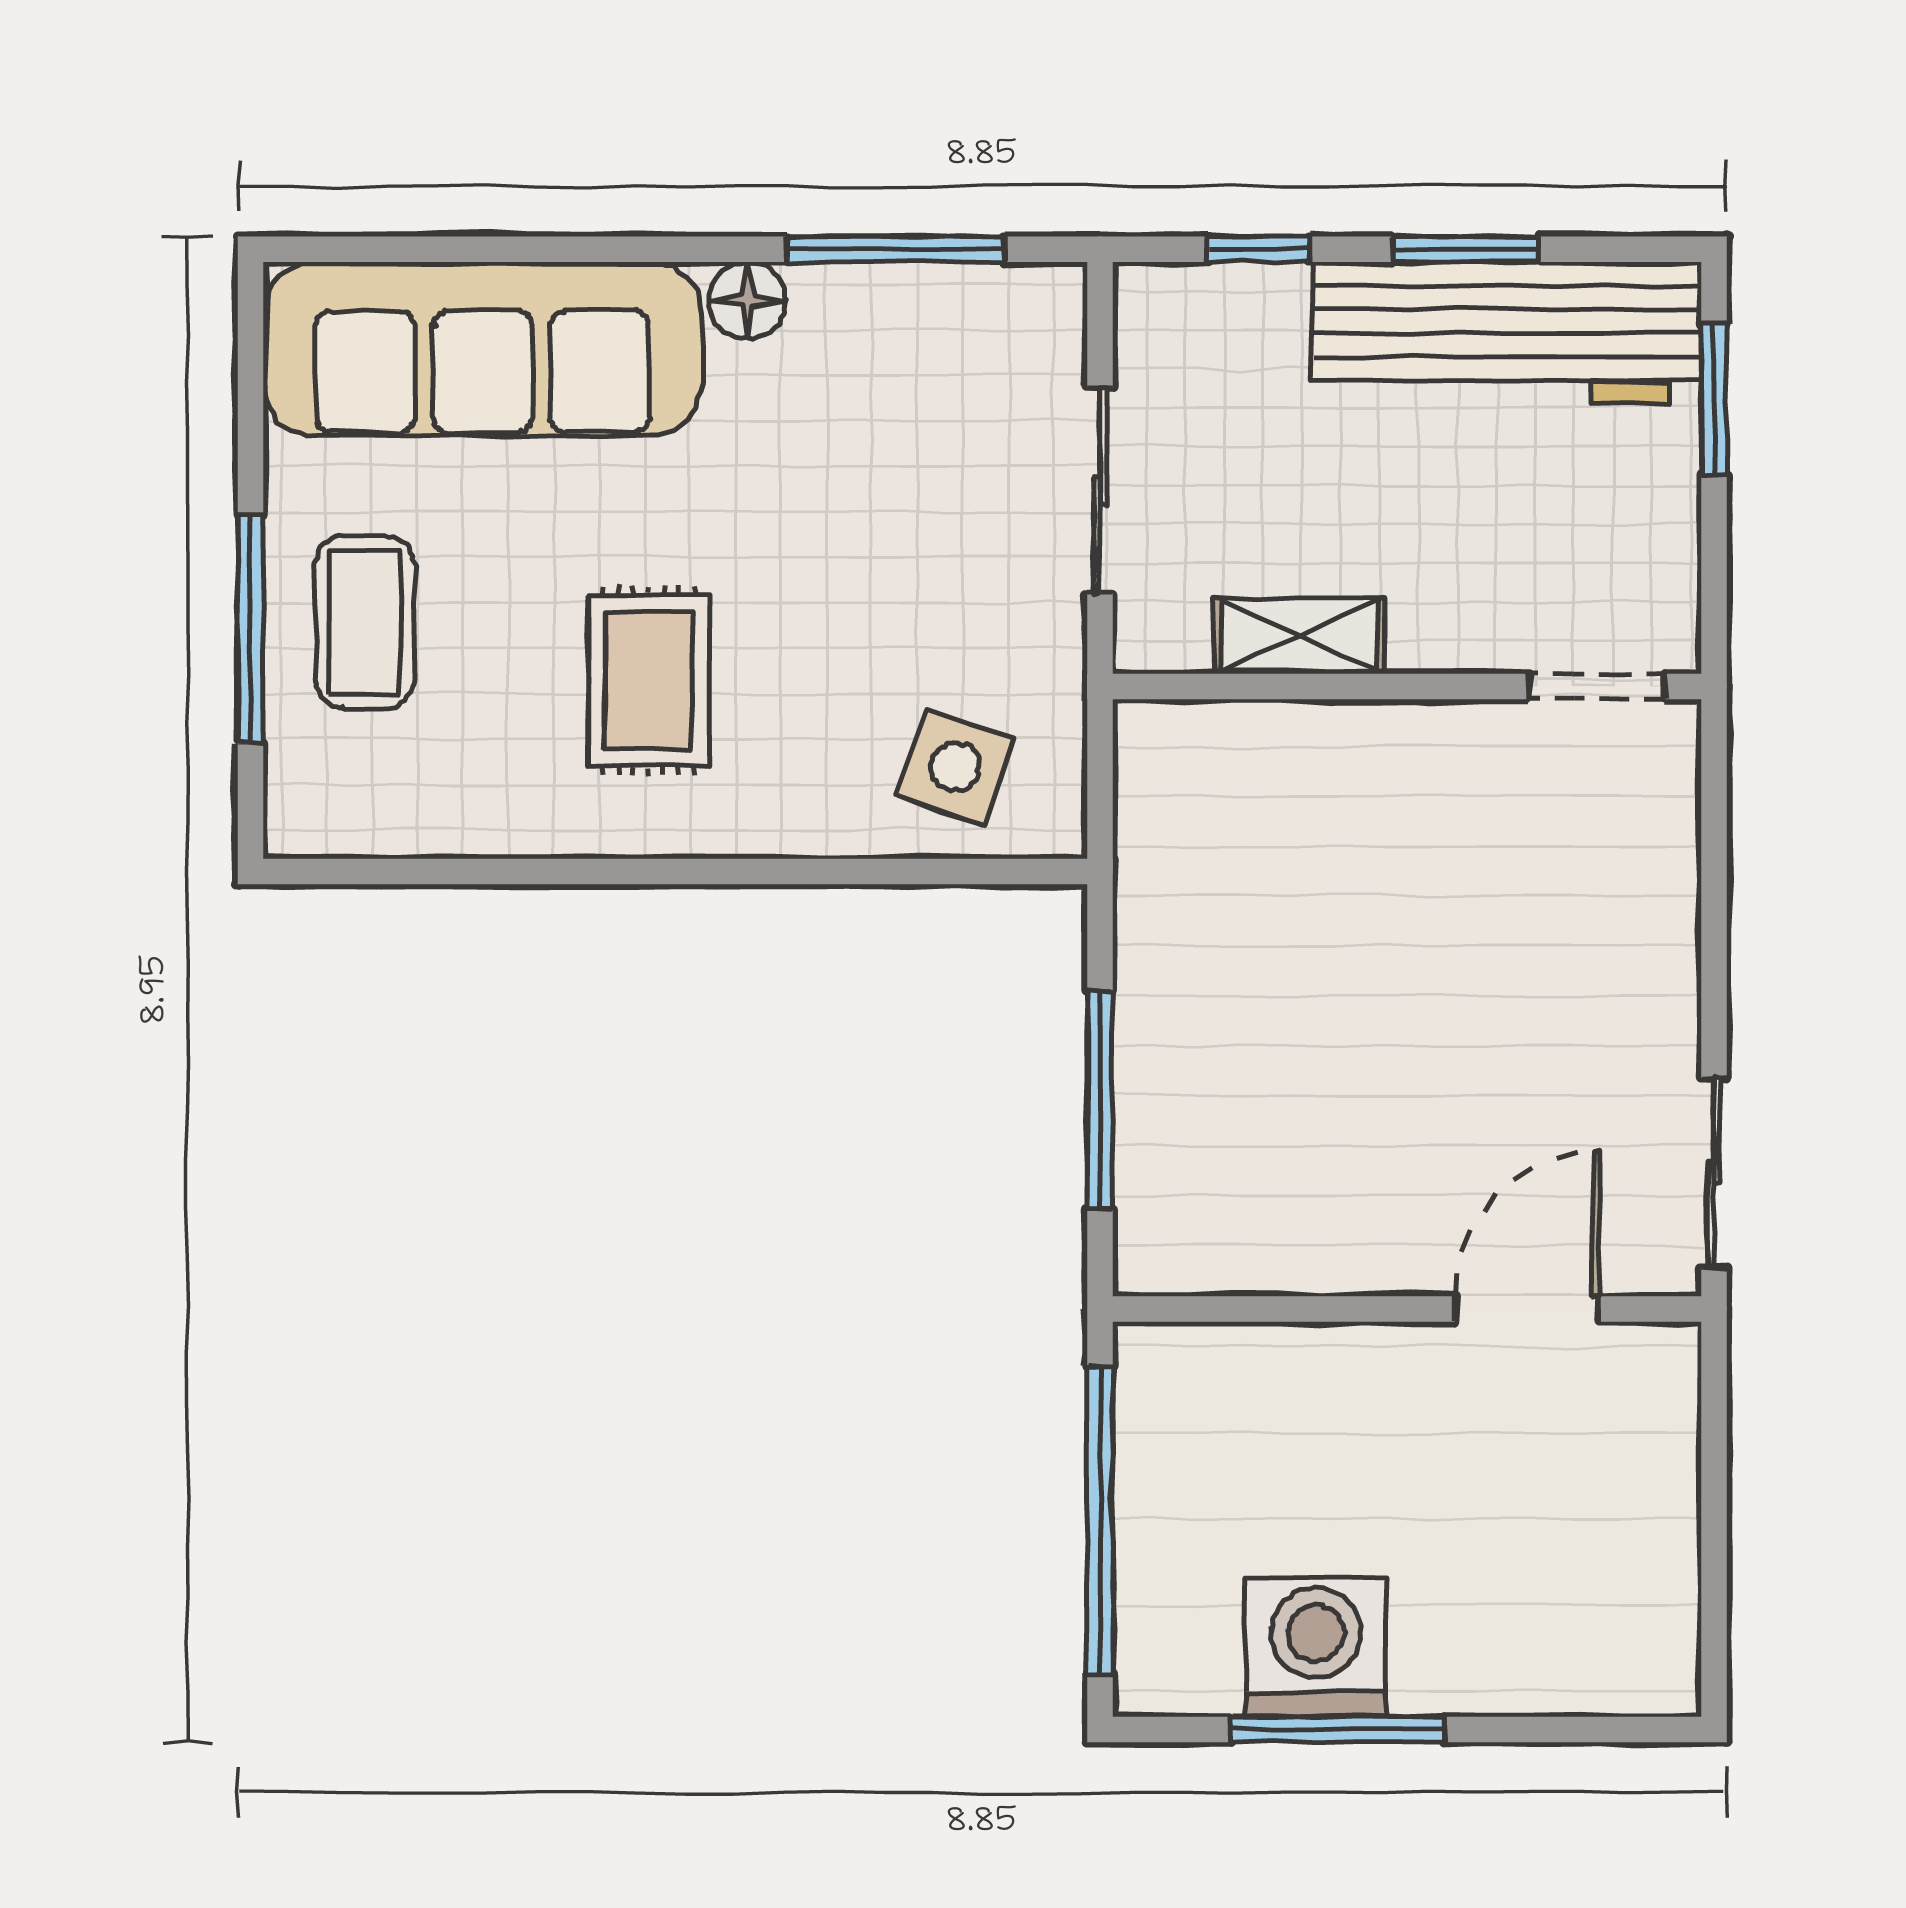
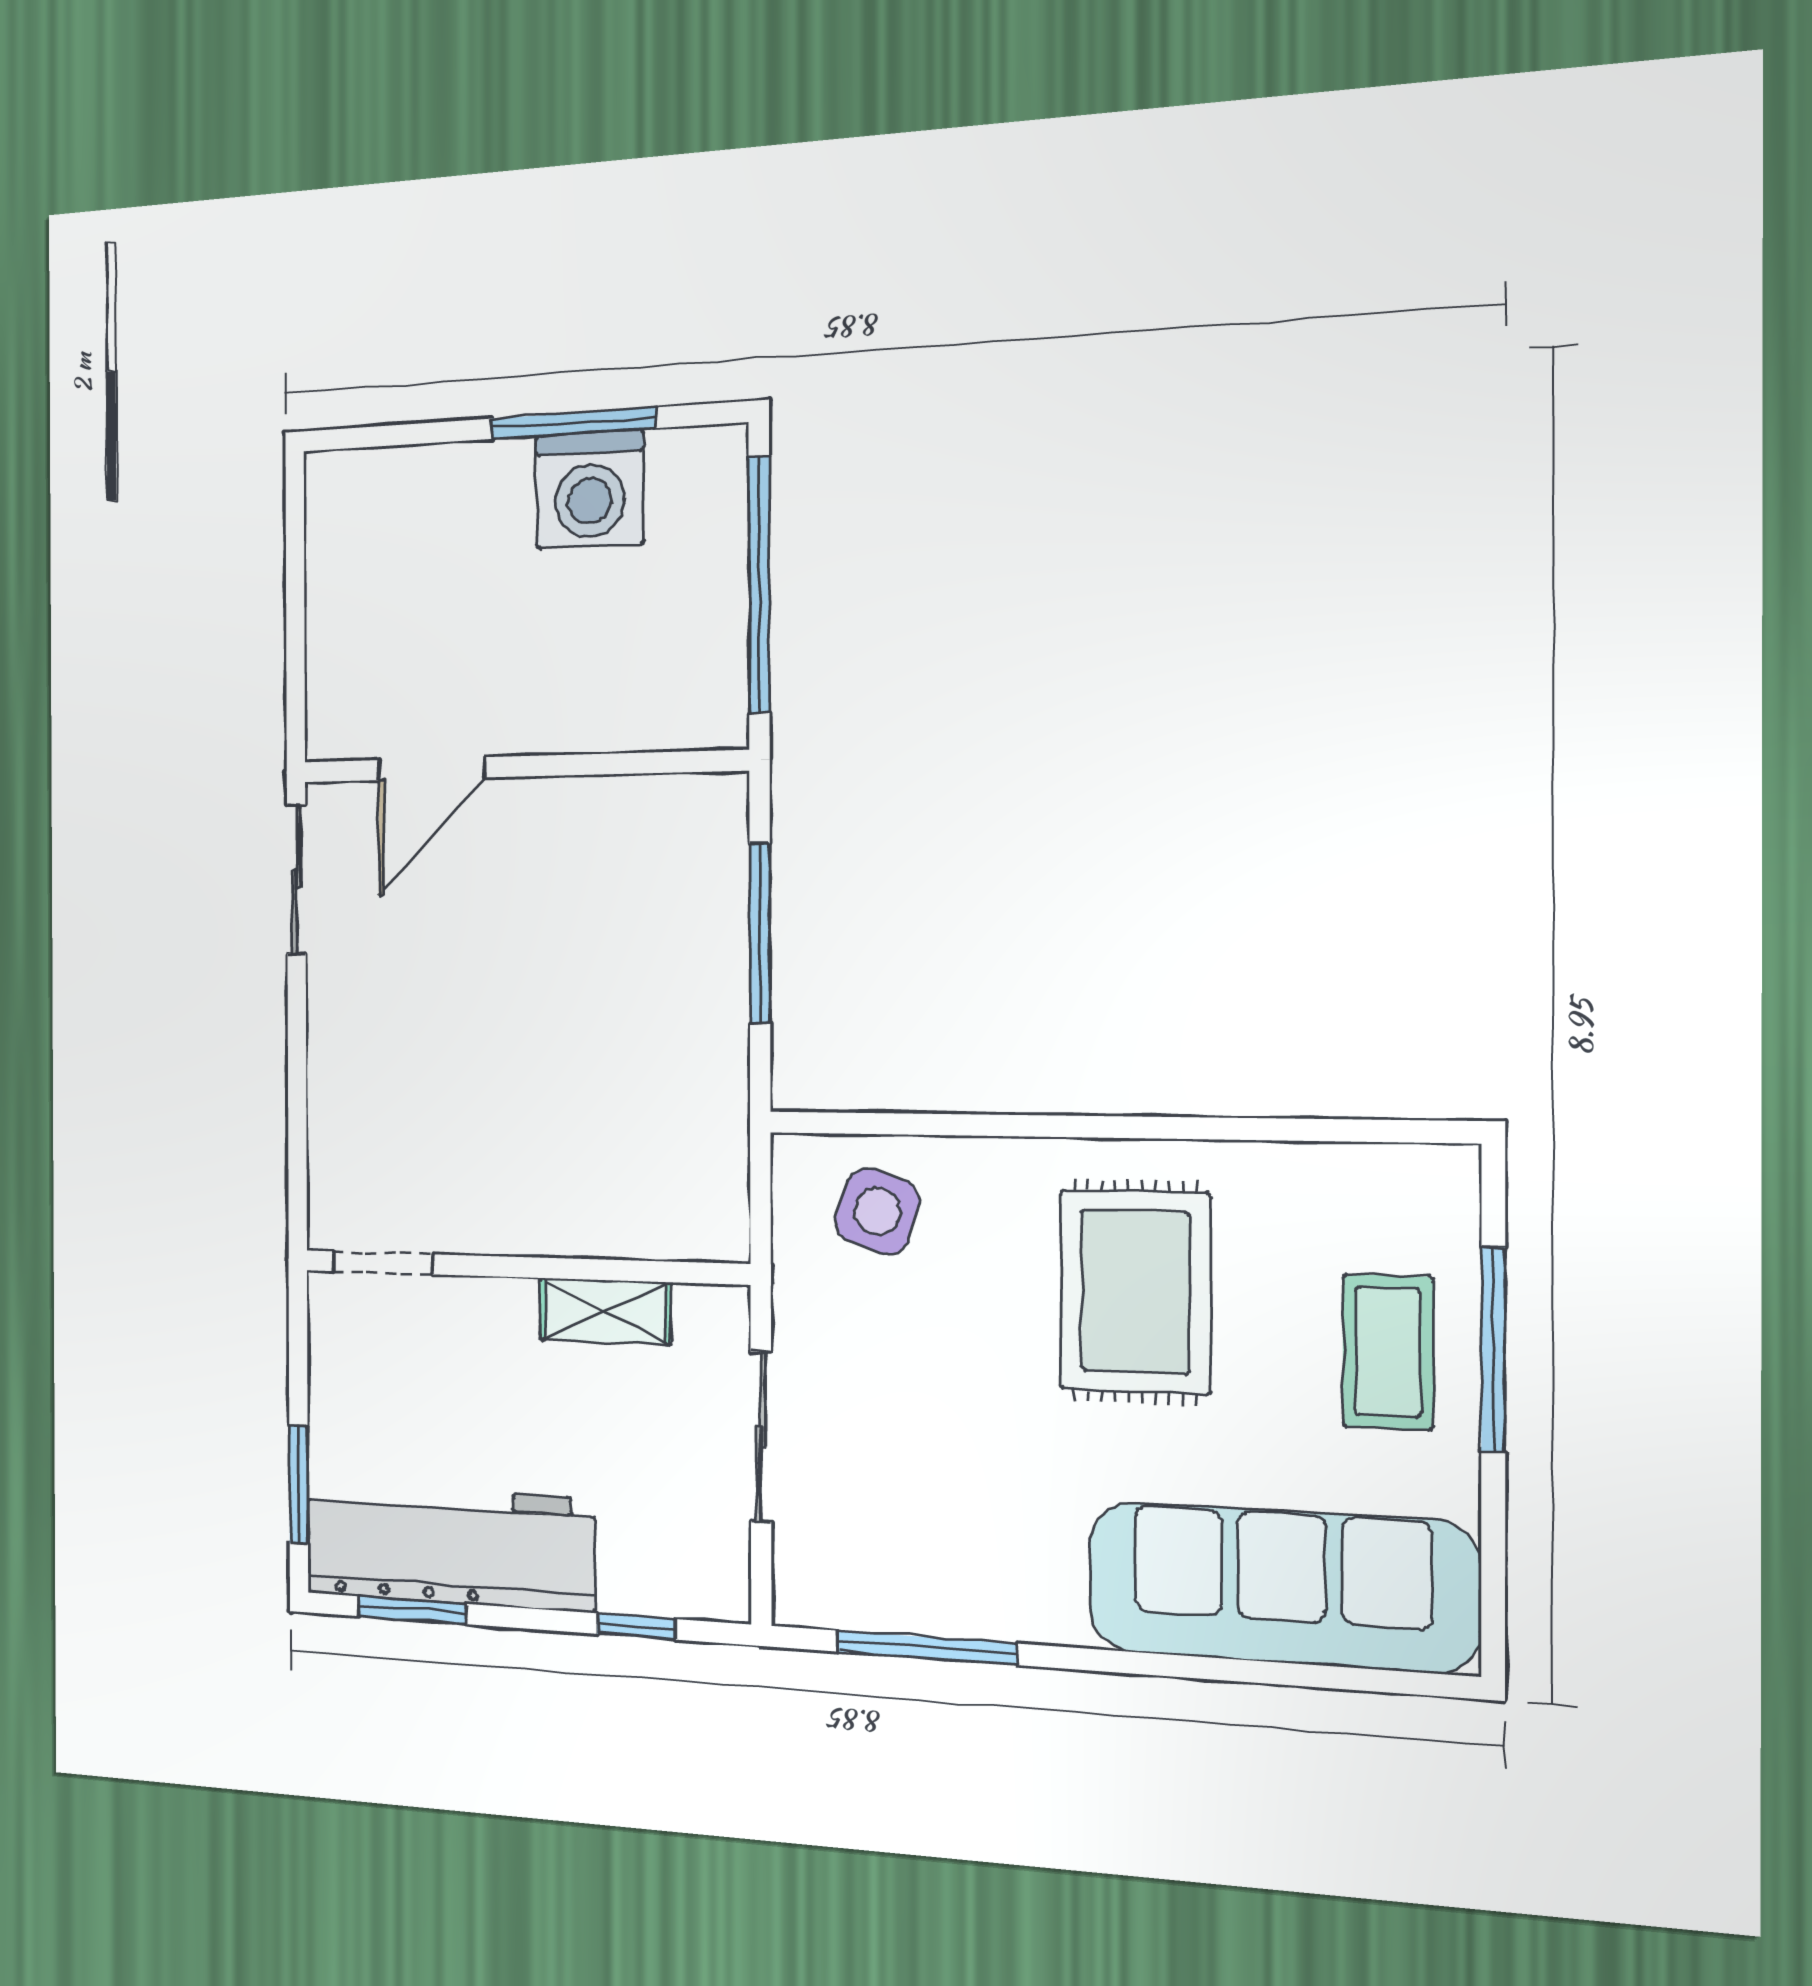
window: (1466, 249) -> (412, 1610), moved
floor lamp: (747, 300) -> (1051, 1613), removed
rug: (649, 681) -> (1135, 1292), width x1.36, depth x1.43

